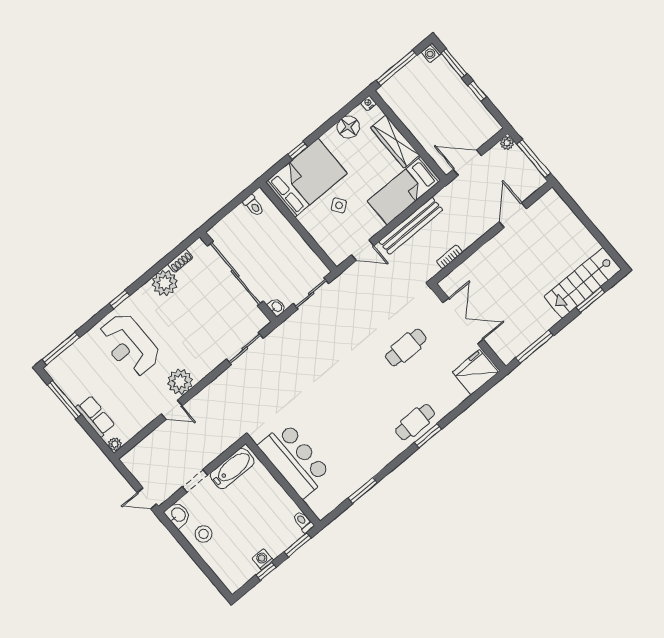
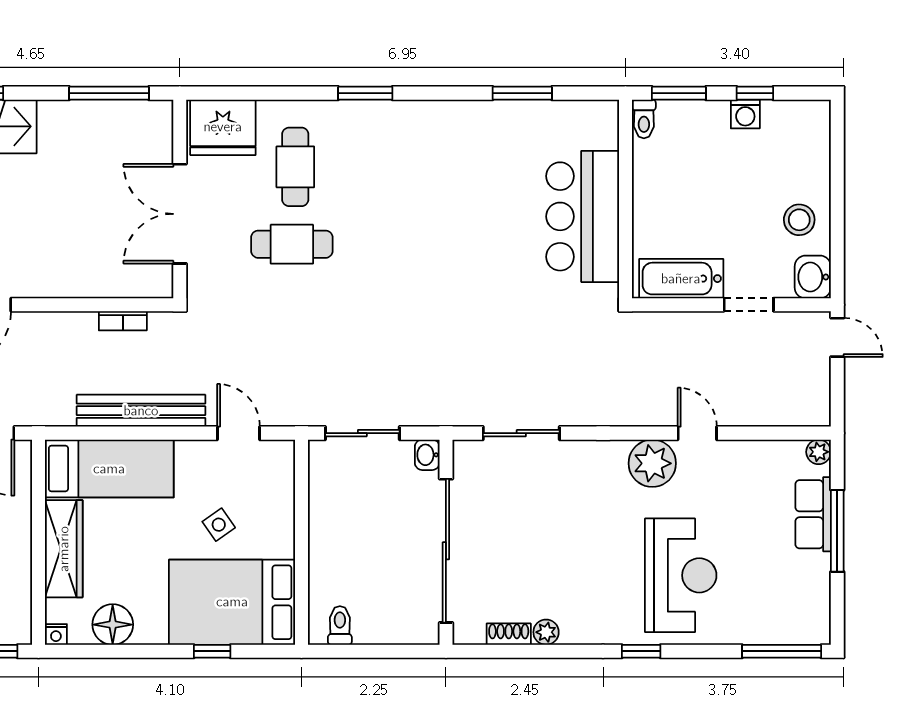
plant: (165, 283) -> (546, 632), width x0.53, depth x0.53
window: (64, 400) -> (837, 531), moved
cafe table: (415, 422) -> (295, 167), moved, turned 90

